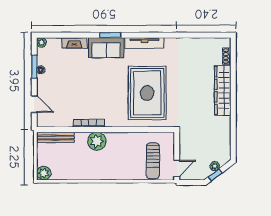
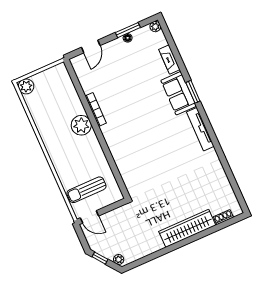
rug: (147, 93) -> (151, 154), removed
bench: (55, 137) -> (67, 82), removed
plant: (215, 166) -> (119, 259), moved

